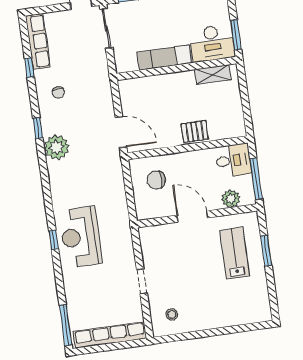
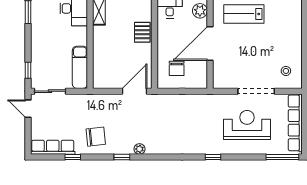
exam couch: (164, 58) -> (80, 67), moved
chair: (58, 92) -> (96, 137), width x1.87, depth x1.87
plant: (57, 147) -> (139, 149), width x0.53, depth x0.53
door: (192, 216) -> (210, 44), width x1.36
reception desk: (81, 237) -> (247, 125), moved, turned 180
doorway: (142, 281) -> (256, 91), width x1.88

